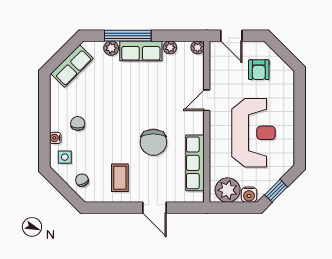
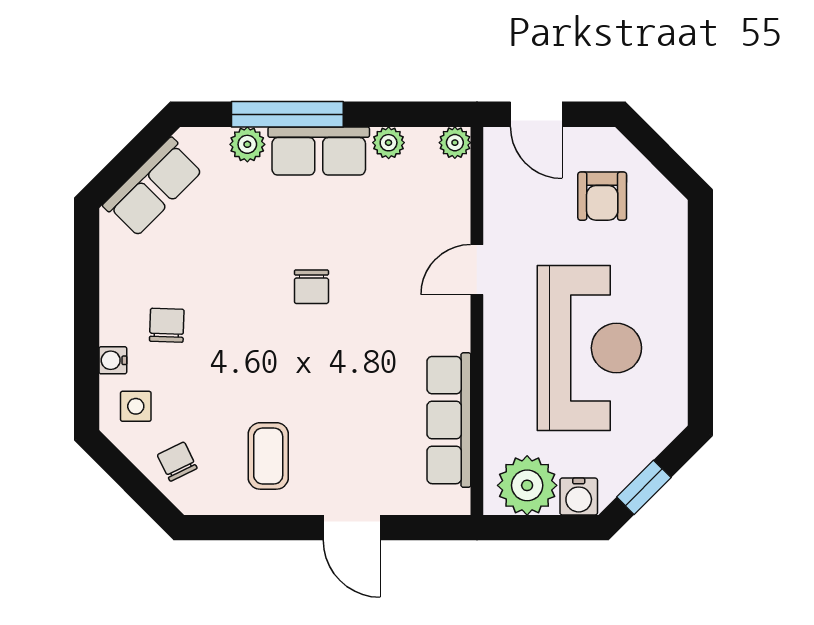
chair: (153, 142) -> (311, 287), moved, width x0.54, depth x0.54

